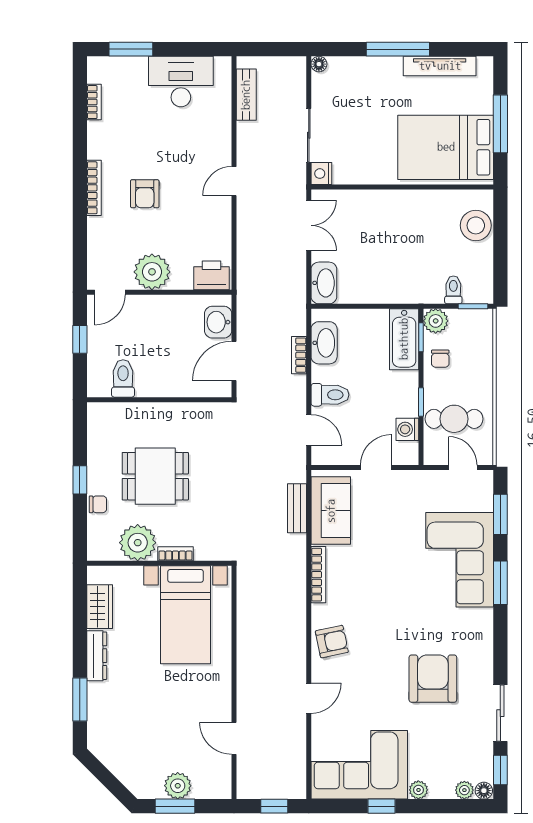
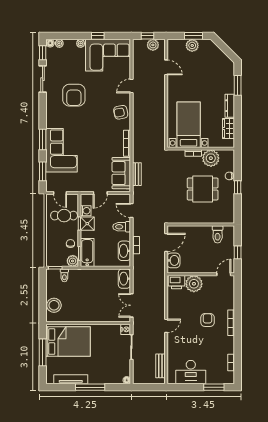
plant: (152, 272) -> (194, 284), moved
shower: (404, 402) -> (87, 224), added
plant: (262, 787) -> (153, 45), added

